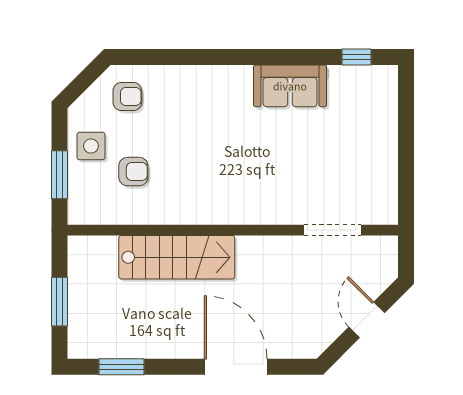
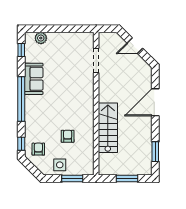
window: (140, 57) -> (21, 144), added
window: (243, 57) -> (21, 99), added
plant: (384, 102) -> (41, 38), added
armchair: (133, 172) -> (68, 136), moved

